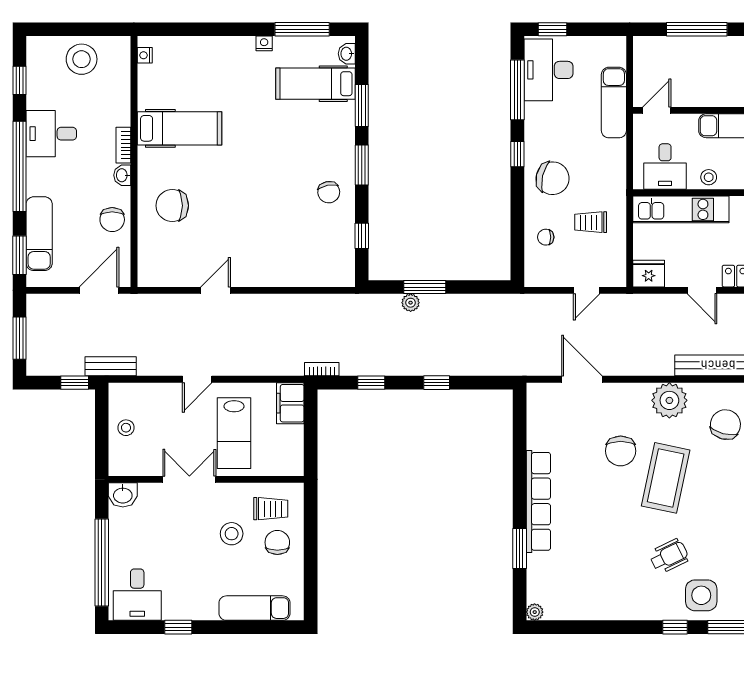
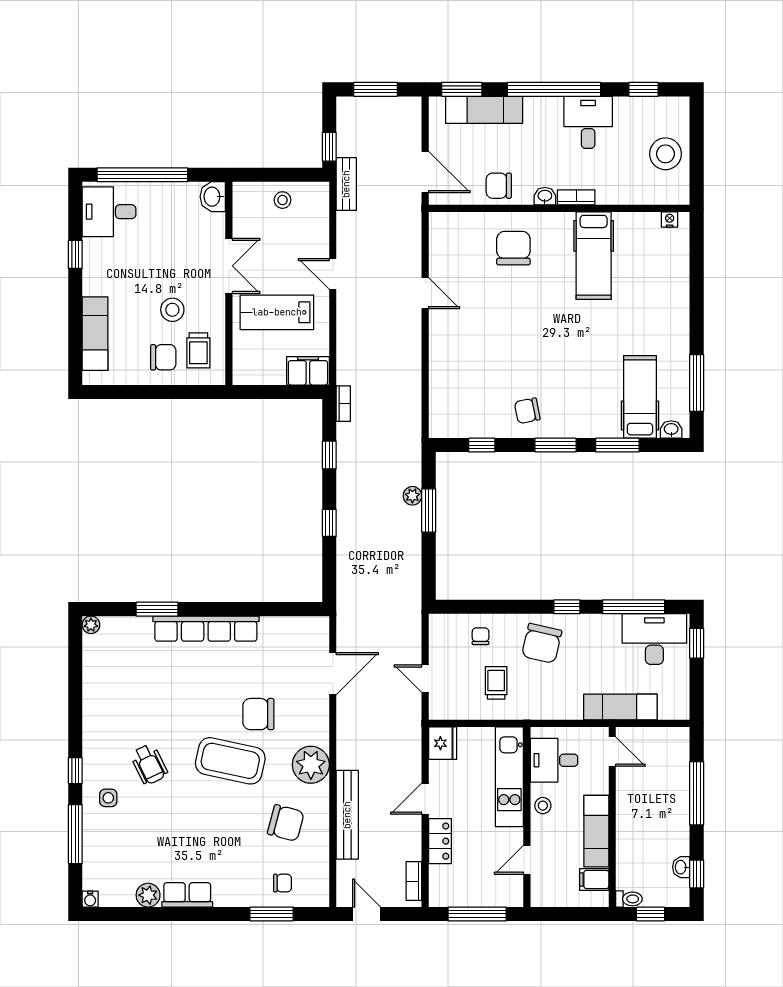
nightstand: (264, 43) -> (682, 344), removed
side table: (701, 595) -> (108, 798), width x0.54, depth x0.54

